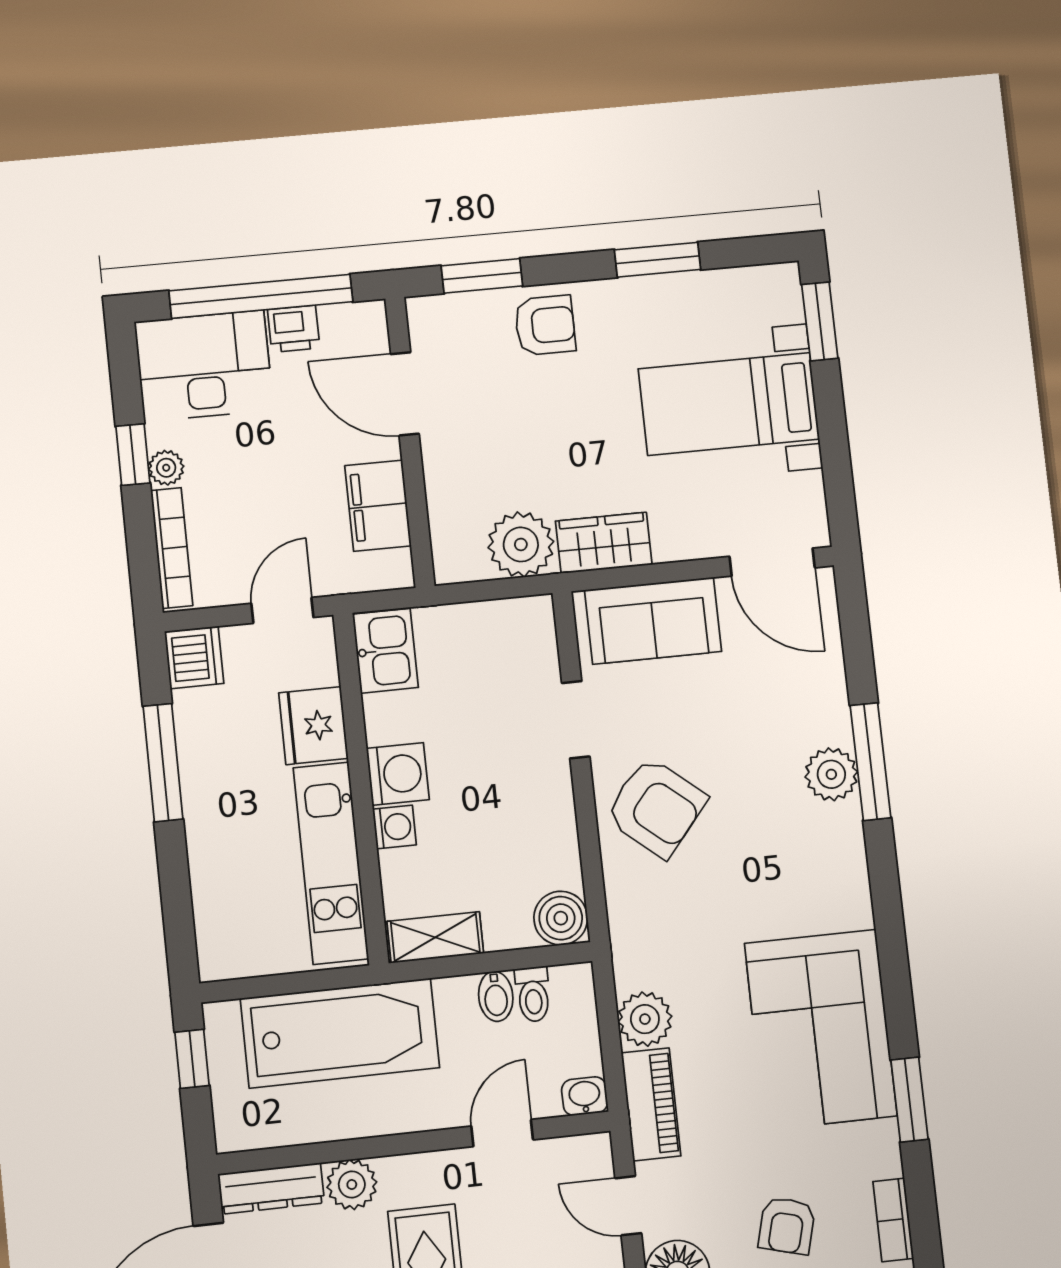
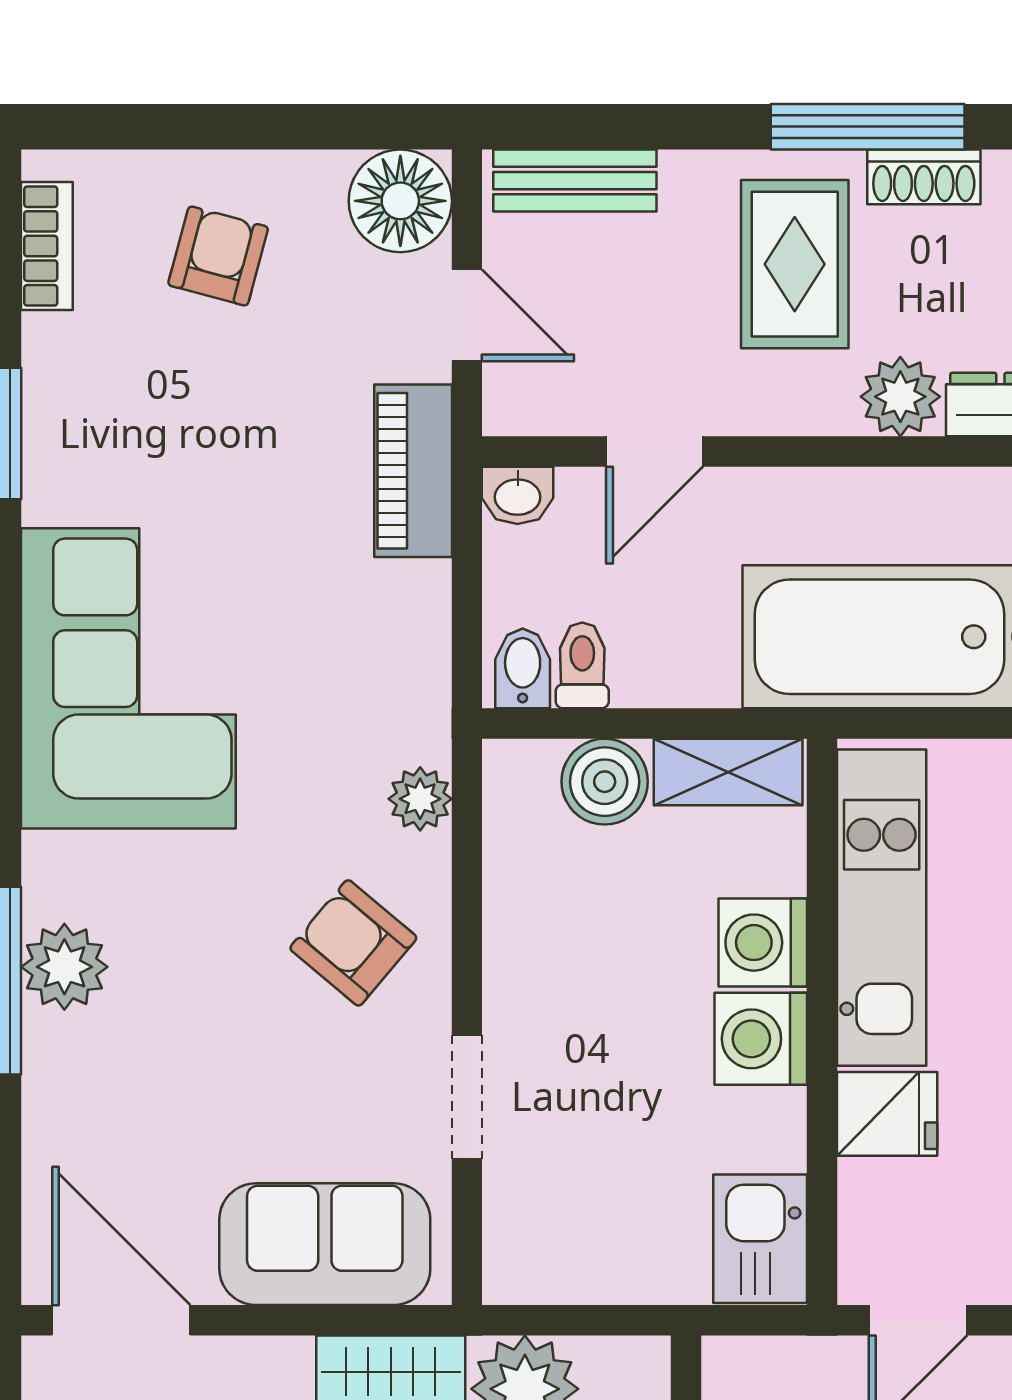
fridge: (313, 726) -> (887, 1114), width x0.72
armchair: (656, 807) -> (353, 943), width x0.72, depth x0.72
washing machine: (394, 827) -> (763, 943), width x1.38, depth x1.38
boiler: (561, 918) -> (605, 782), moved
bidet: (496, 996) -> (523, 668), moved
plant: (645, 1019) -> (420, 799), moved, width x0.73, depth x0.73
corner sofa: (821, 1030) -> (128, 678), moved

